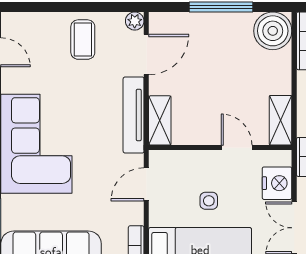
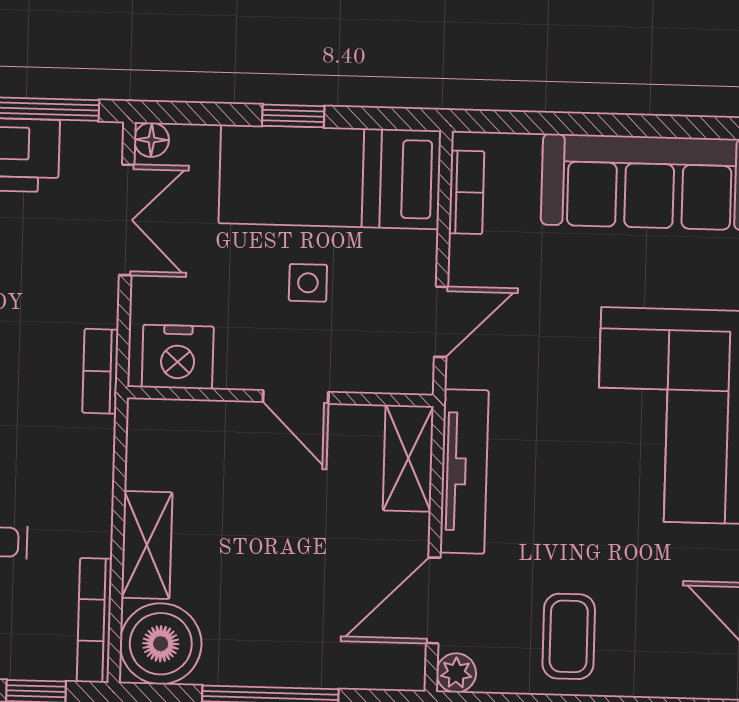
shelving: (280, 120) -> (147, 545), moved
door: (237, 148) -> (296, 397), moved
nightstand: (277, 183) -> (178, 357), moved, turned -90

